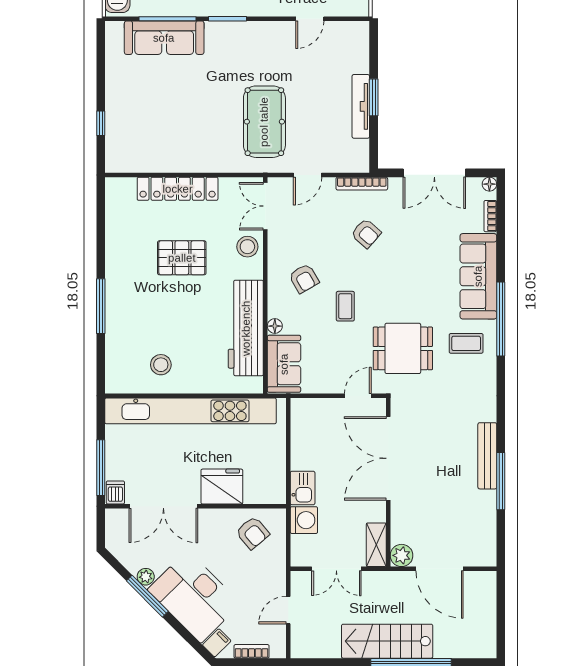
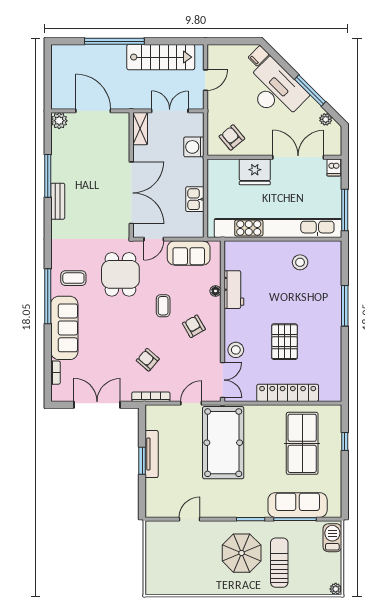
table tennis table: (158, 121) -> (302, 443), added
pool table: (264, 122) -> (223, 443), width x1.36, depth x1.32
floor lamp: (489, 184) -> (56, 396), removed
pallet: (182, 258) -> (284, 342), turned 90
workbench: (246, 328) -> (234, 290), width x0.53, depth x0.76
dining table: (403, 348) -> (120, 274), turned 90
sofa: (284, 364) -> (189, 253), moved, turned -90
bench: (487, 456) -> (58, 201), width x0.73
window: (101, 468) -> (345, 210), moved
kitchen sink: (303, 488) -> (195, 199), moved
plant: (402, 555) -> (59, 121), moved
plant: (146, 577) -> (326, 119), moved
stairs: (387, 641) -> (161, 57), moved
bookcase: (252, 651) -> (233, 49), removed

